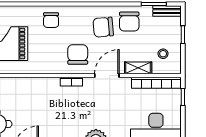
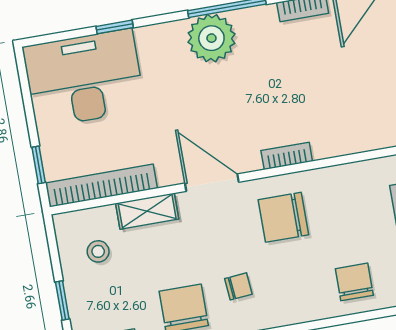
chair: (103, 27) -> (238, 286), width x0.54, depth x0.54
chair: (78, 54) -> (283, 217), turned 90
door: (107, 76) -> (212, 183), swing flipped

